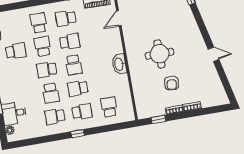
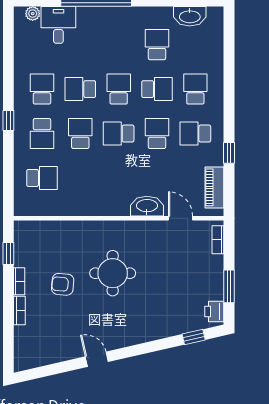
school desk: (66, 18) -> (195, 134), turned -90
school desk: (39, 23) -> (195, 89), turned -90
school desk: (70, 42) -> (157, 134), turned 180
school desk: (16, 51) -> (157, 45), turned 180
door: (214, 54) -> (97, 359), swing flipped
washbasin: (119, 64) -> (147, 206), moved

